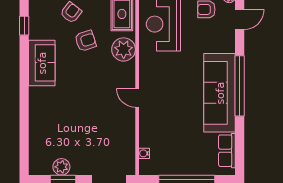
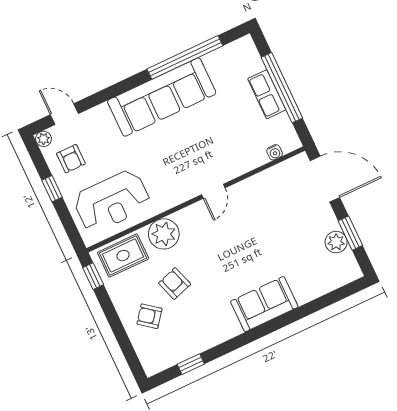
sofa: (42, 63) -> (264, 304), moved
window: (240, 86) -> (185, 57), moved
row of seats: (227, 151) -> (267, 94), moved, turned 90

